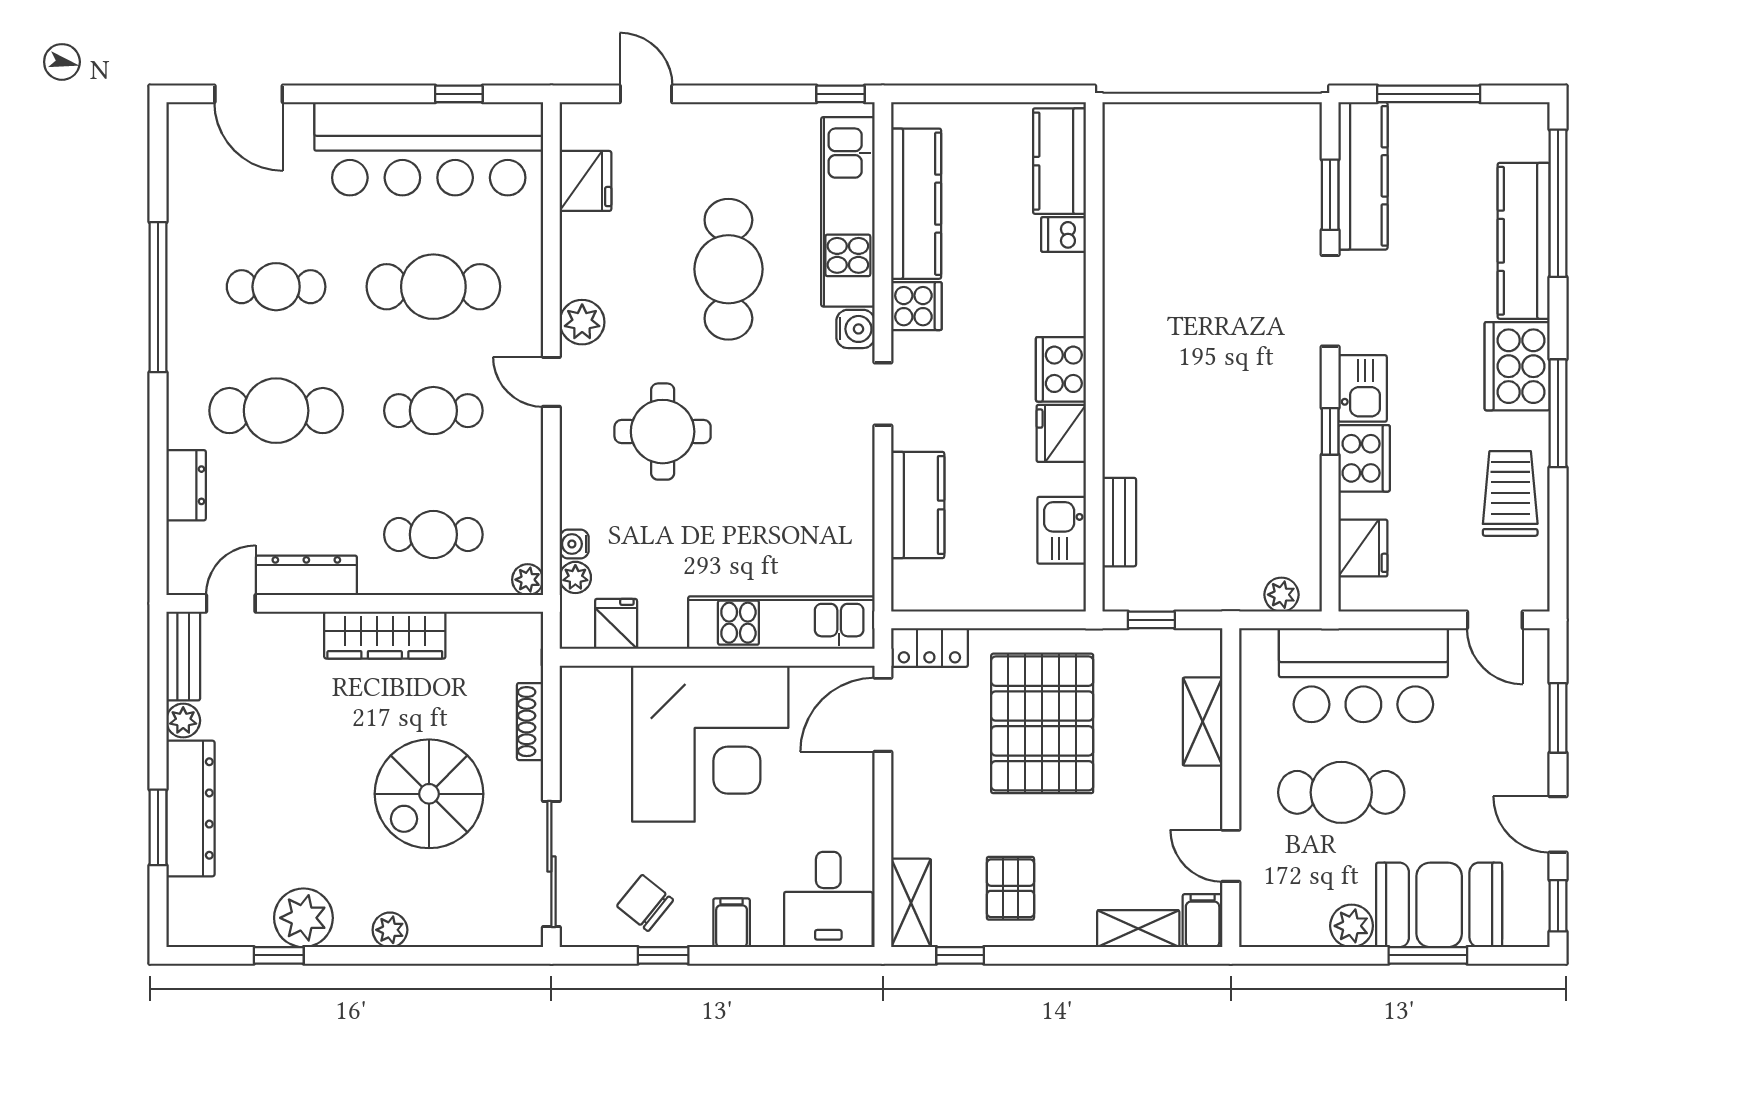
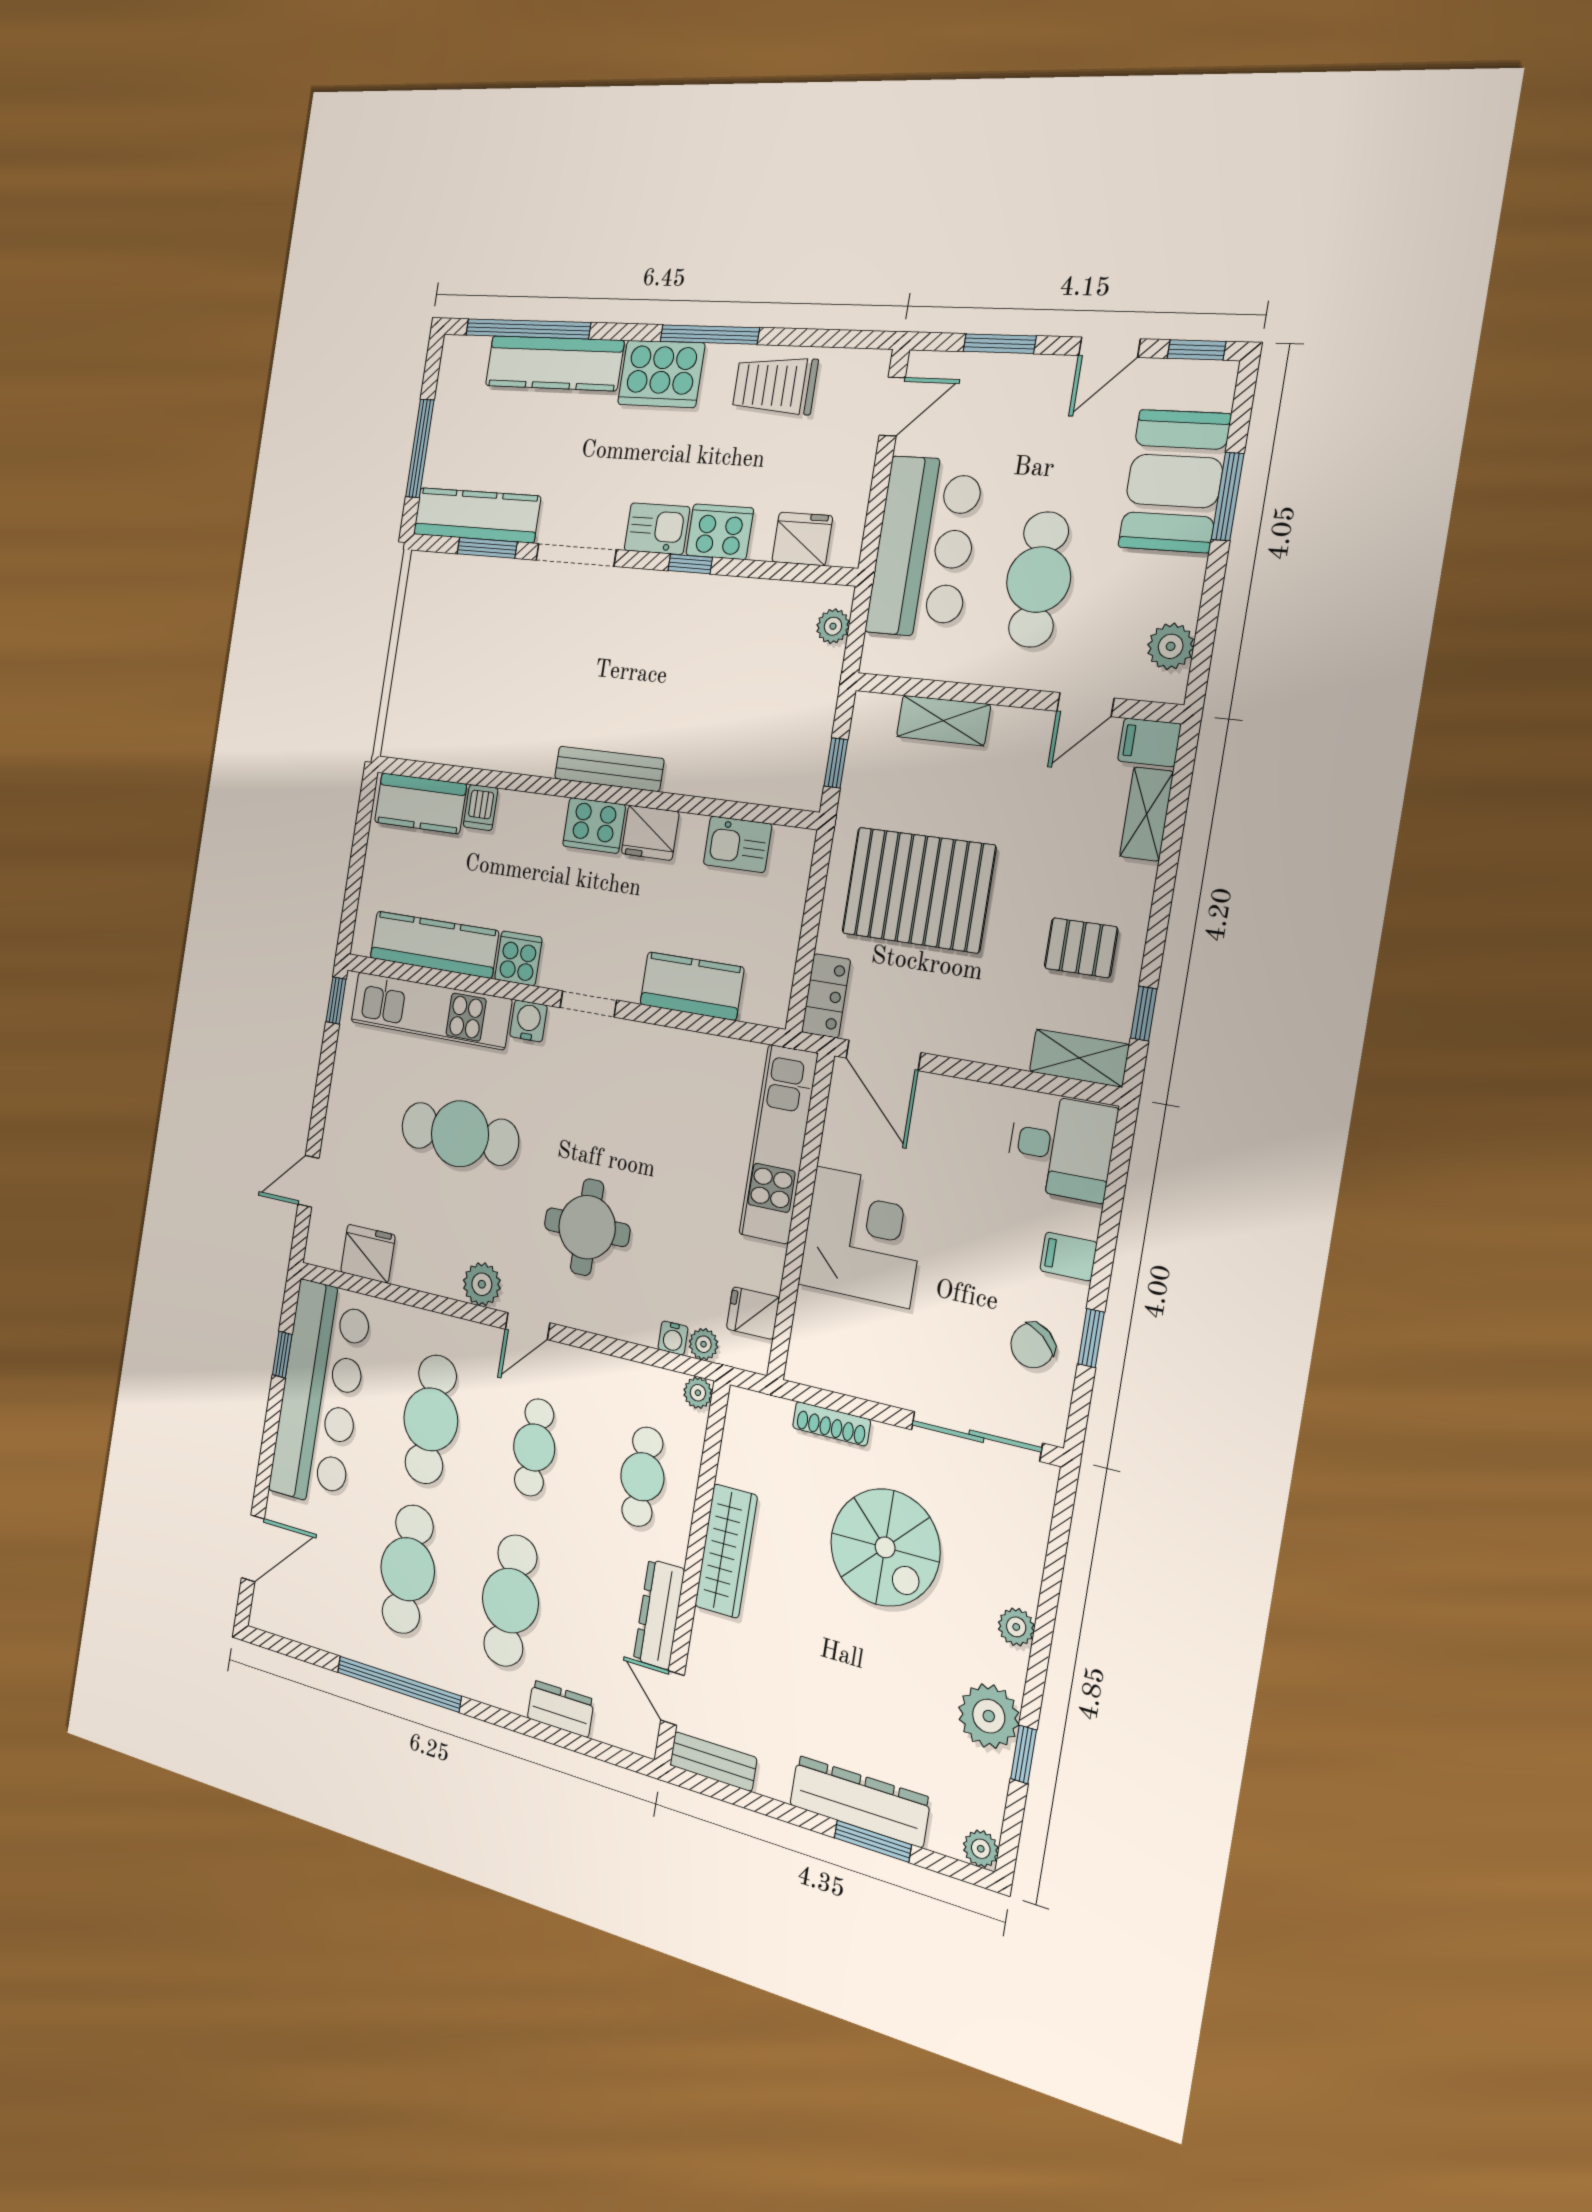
cafe table: (276, 287) -> (408, 1569), width x1.37, depth x1.35
bench: (1119, 522) -> (609, 769), moved, width x1.36
plant: (183, 721) -> (981, 1849), moved
corner desk: (710, 744) -> (863, 1237), width x0.74, depth x0.74
plant: (1352, 926) -> (1171, 646), moved

